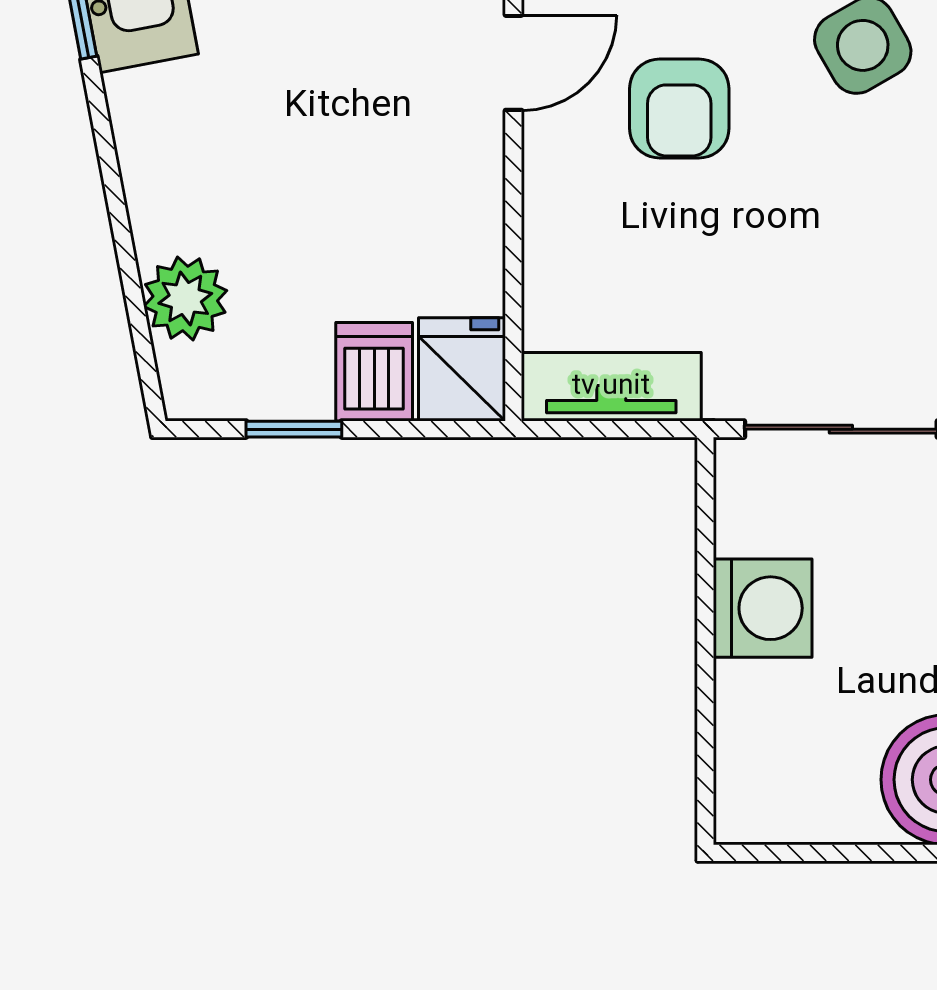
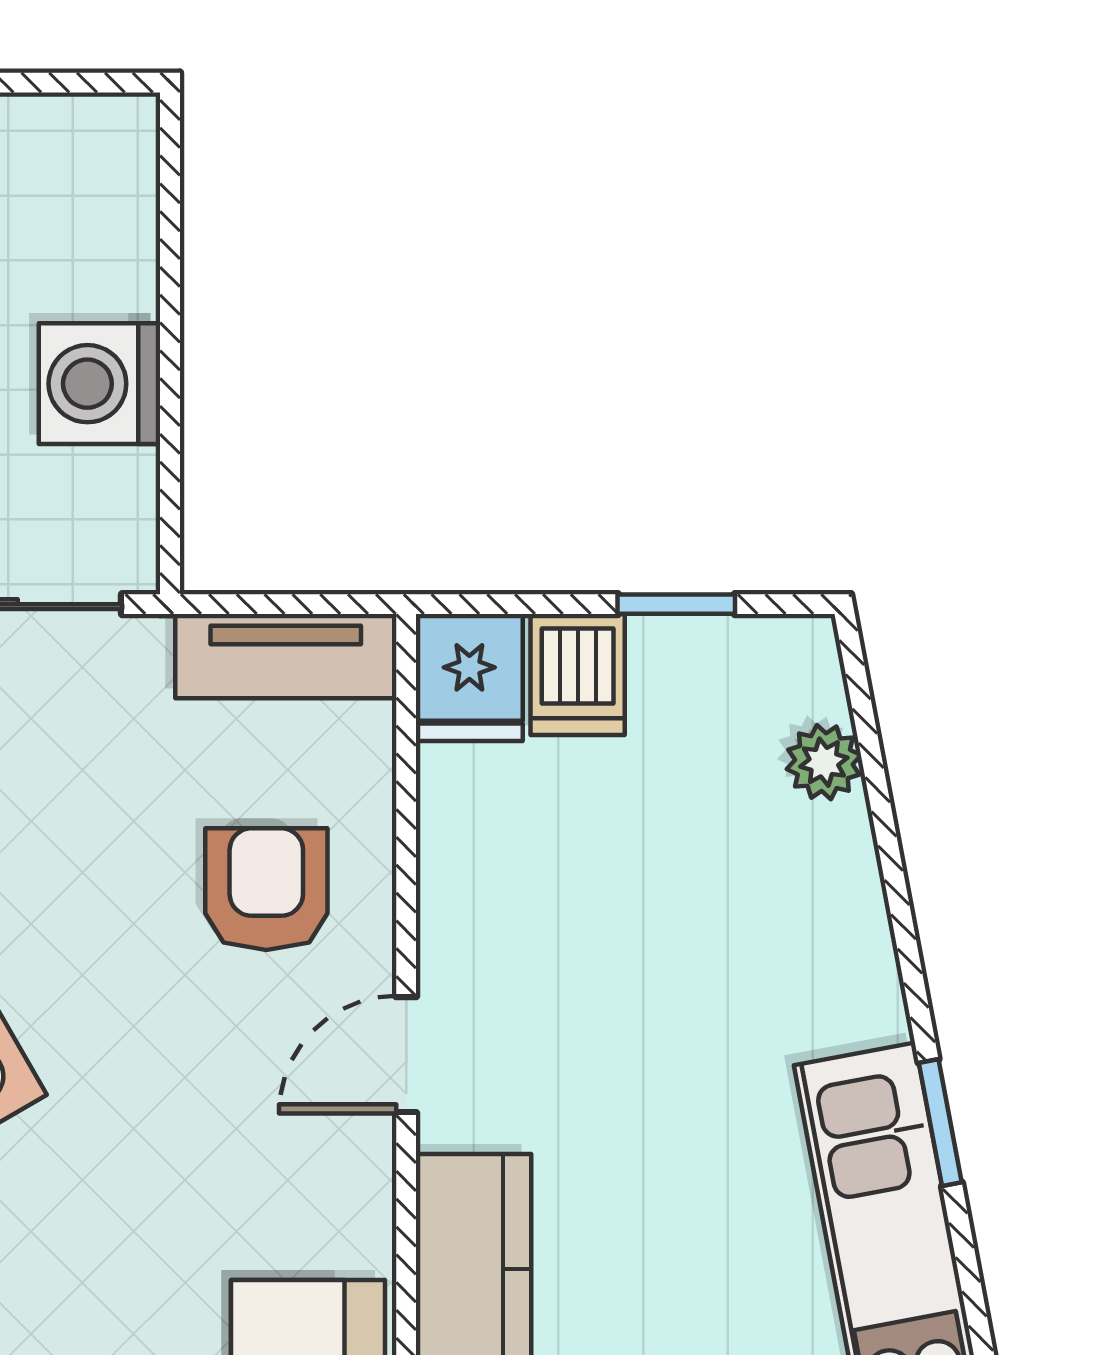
armchair: (679, 109) -> (266, 889), moved
plant: (185, 298) -> (824, 762), width x0.73, depth x0.73

